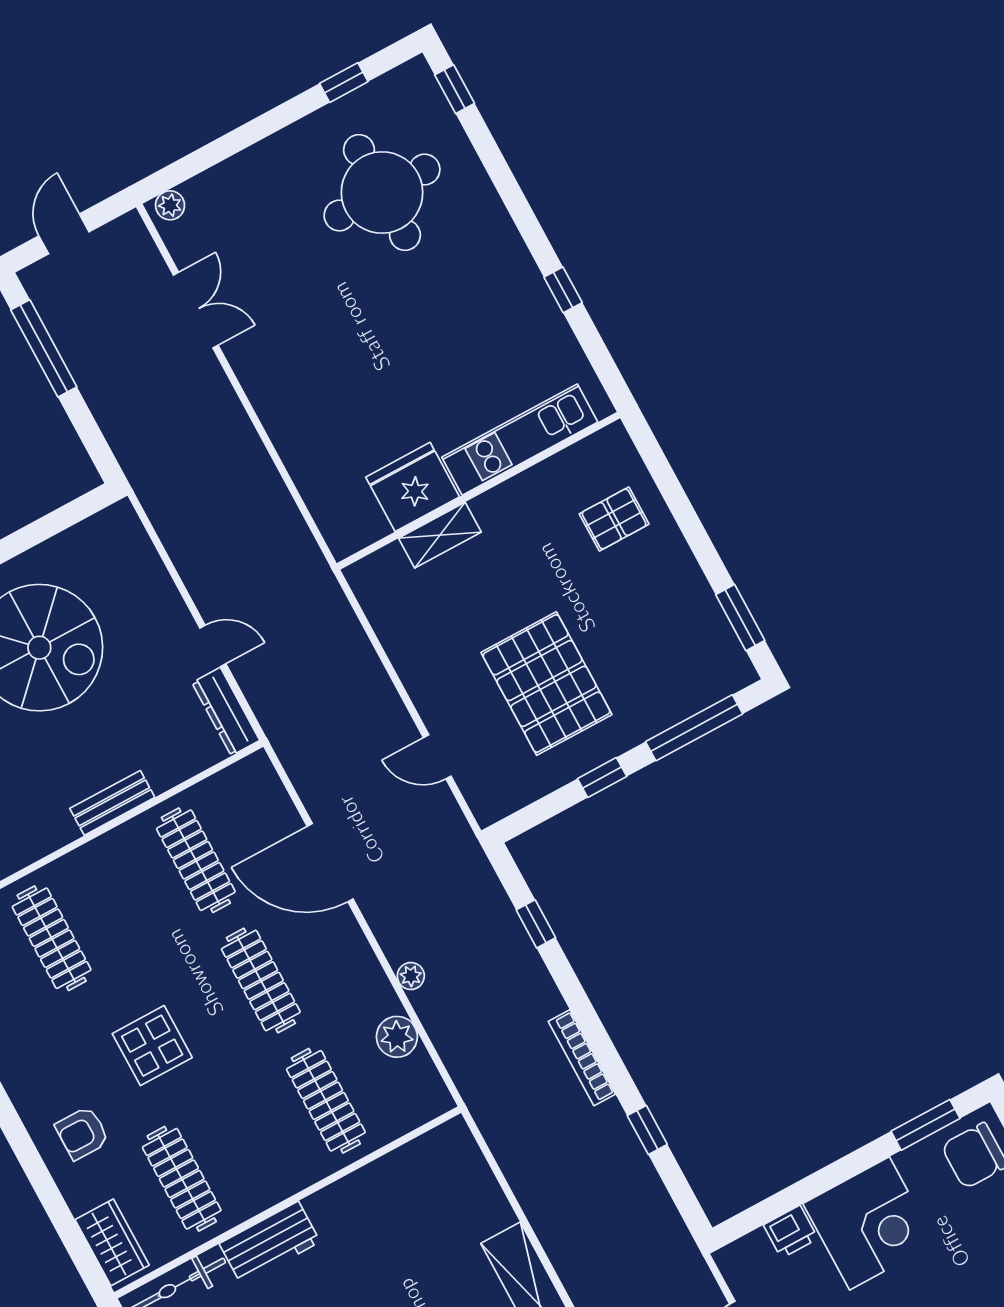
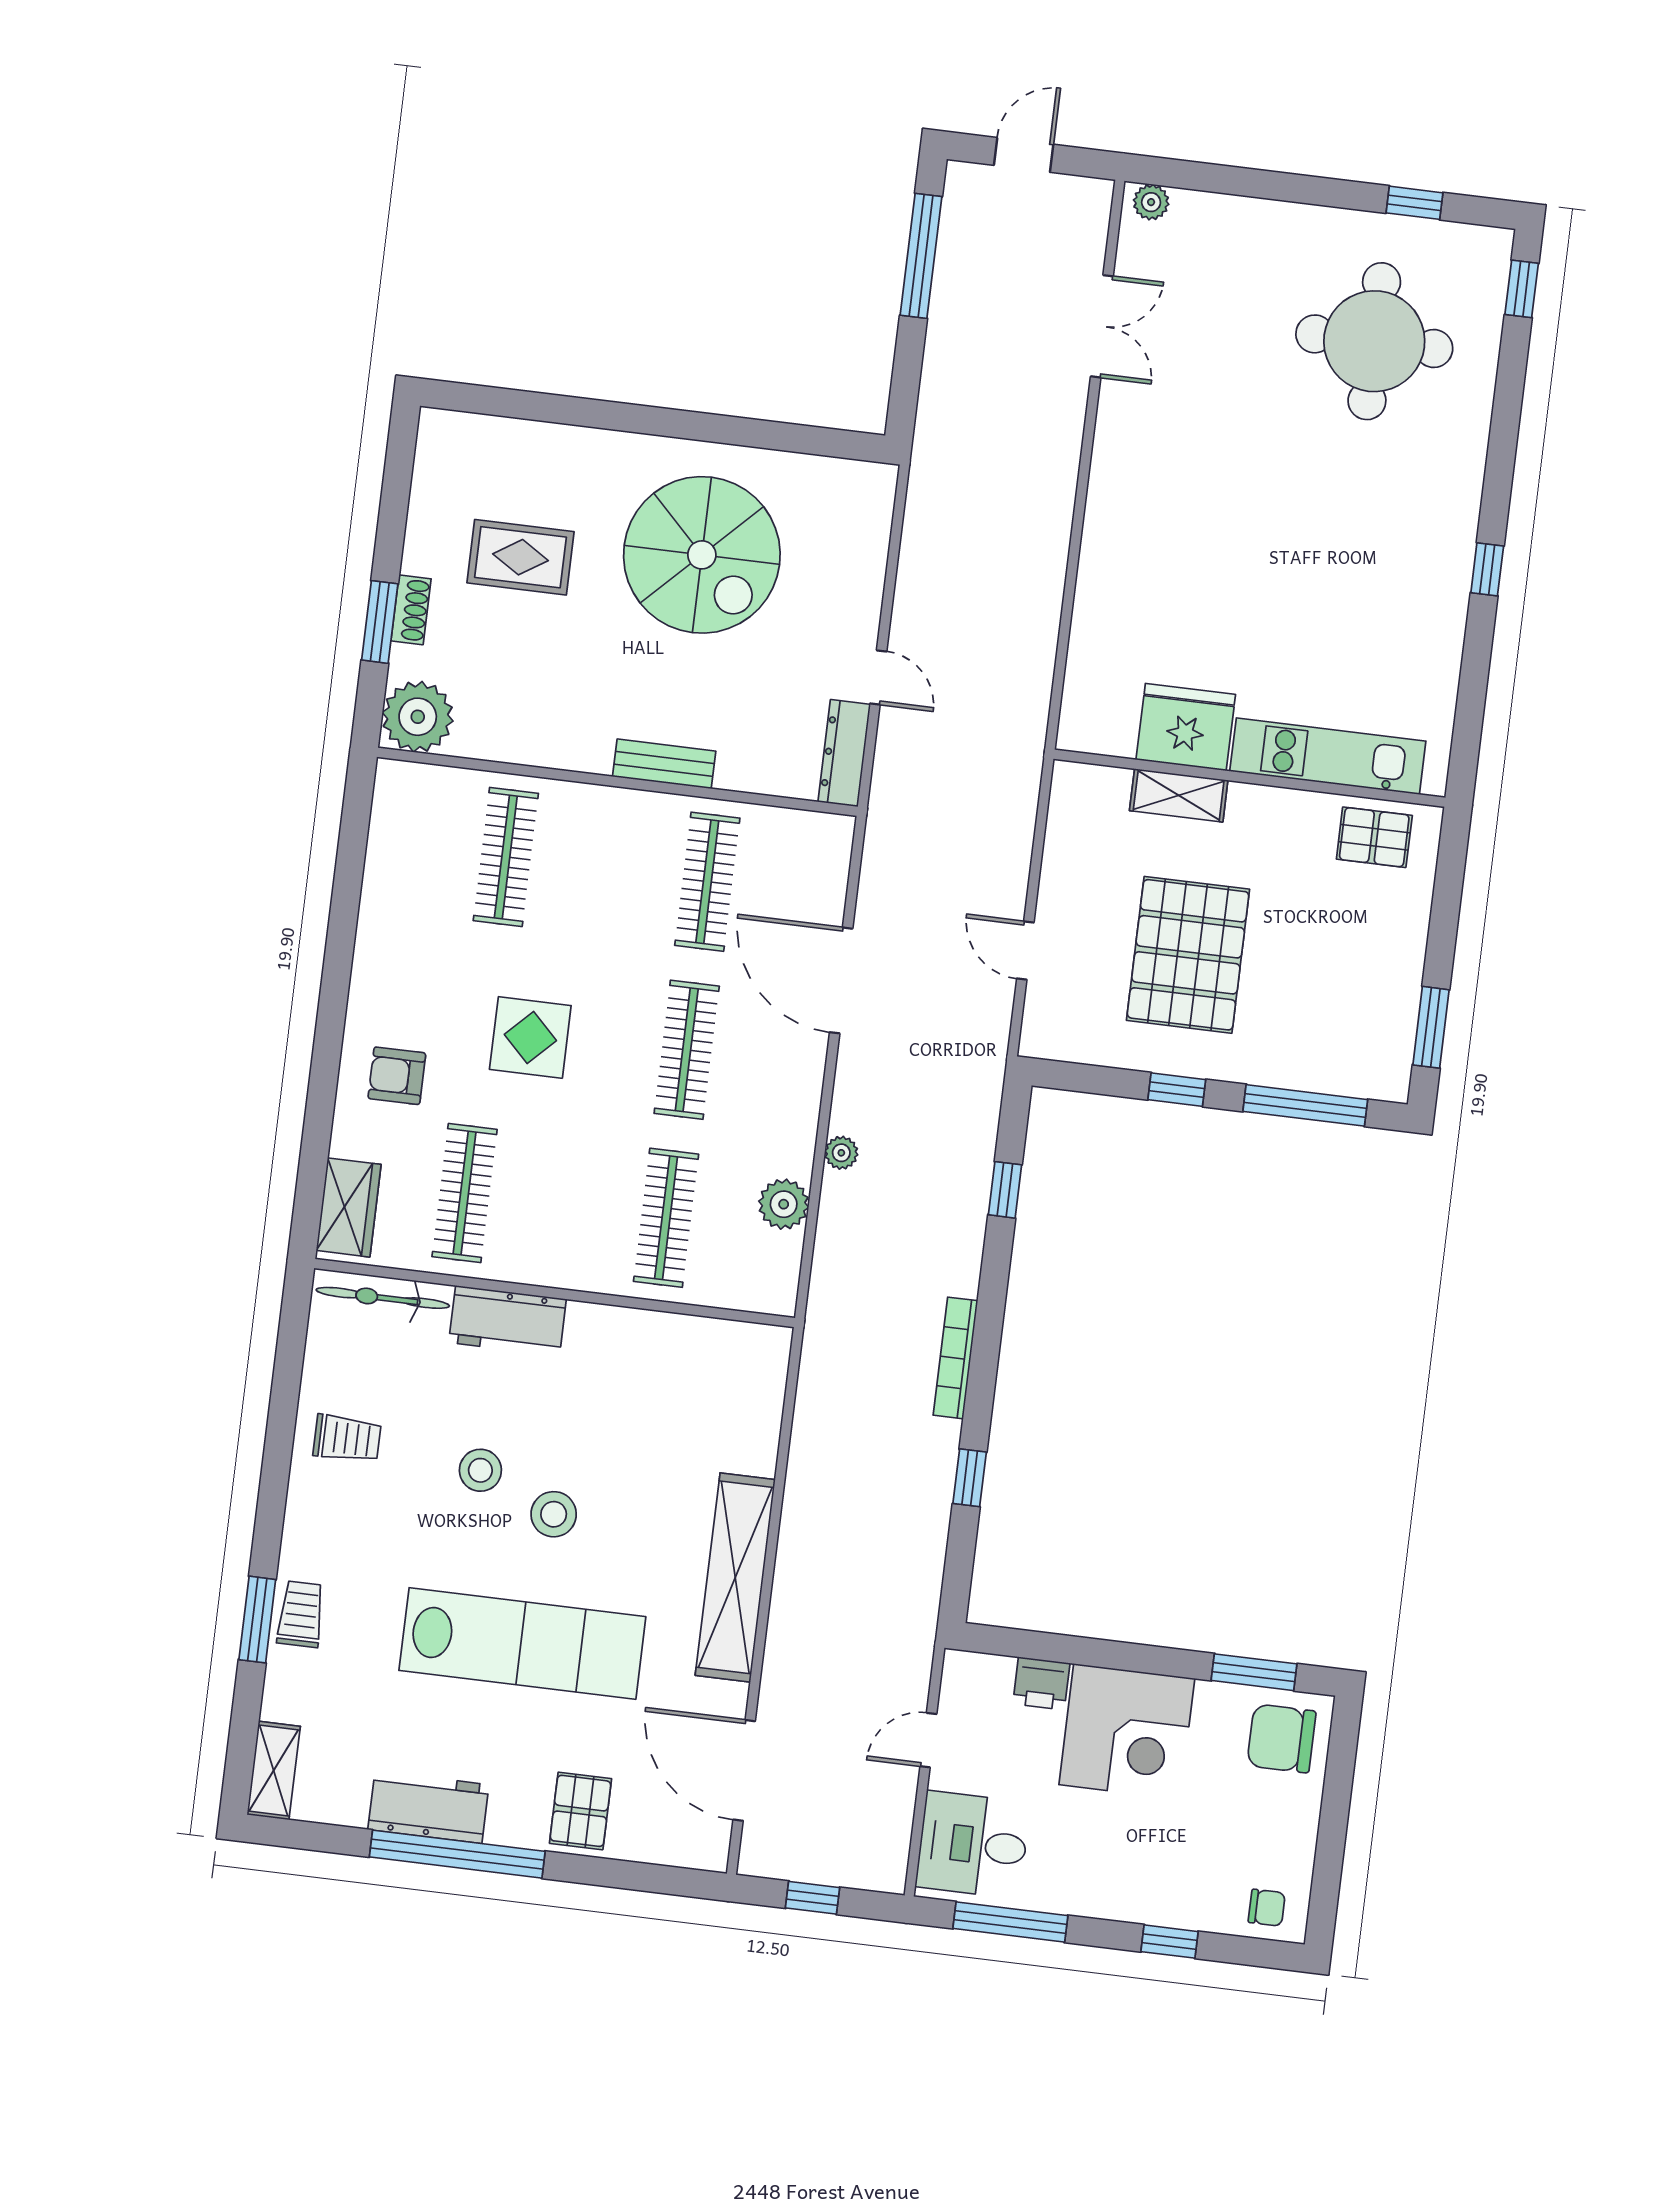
kitchen unit: (520, 440) -> (1328, 756), moved
fridge: (413, 487) -> (1186, 727), moved
wall: (478, 491) -> (1249, 778), moved
shelving: (440, 535) -> (1179, 795), moved

